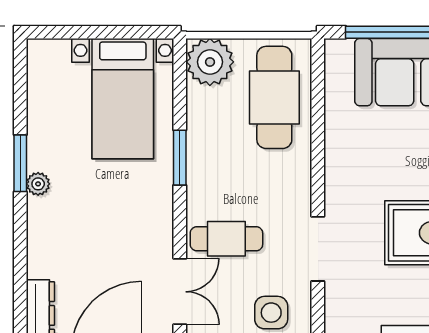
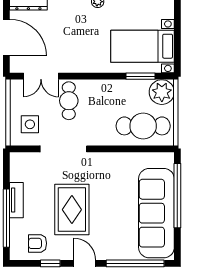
window: (180, 158) -> (141, 76), moved
doorway: (318, 249) -> (63, 149), width x1.36

